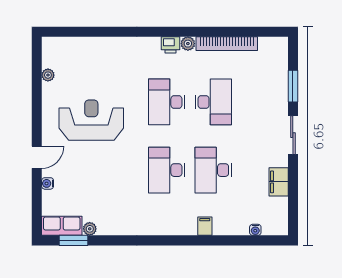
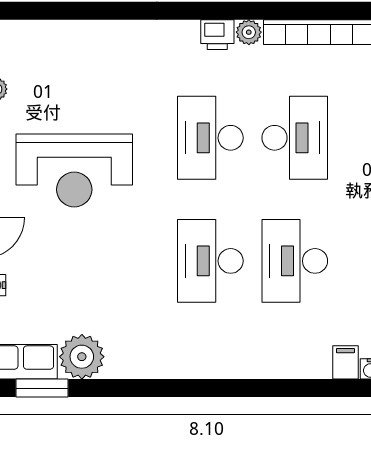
reception desk: (91, 120) -> (74, 171), turned 180
filing cabinet: (205, 226) -> (345, 362), moved
plant: (90, 229) -> (82, 357), width x1.88, depth x1.88

